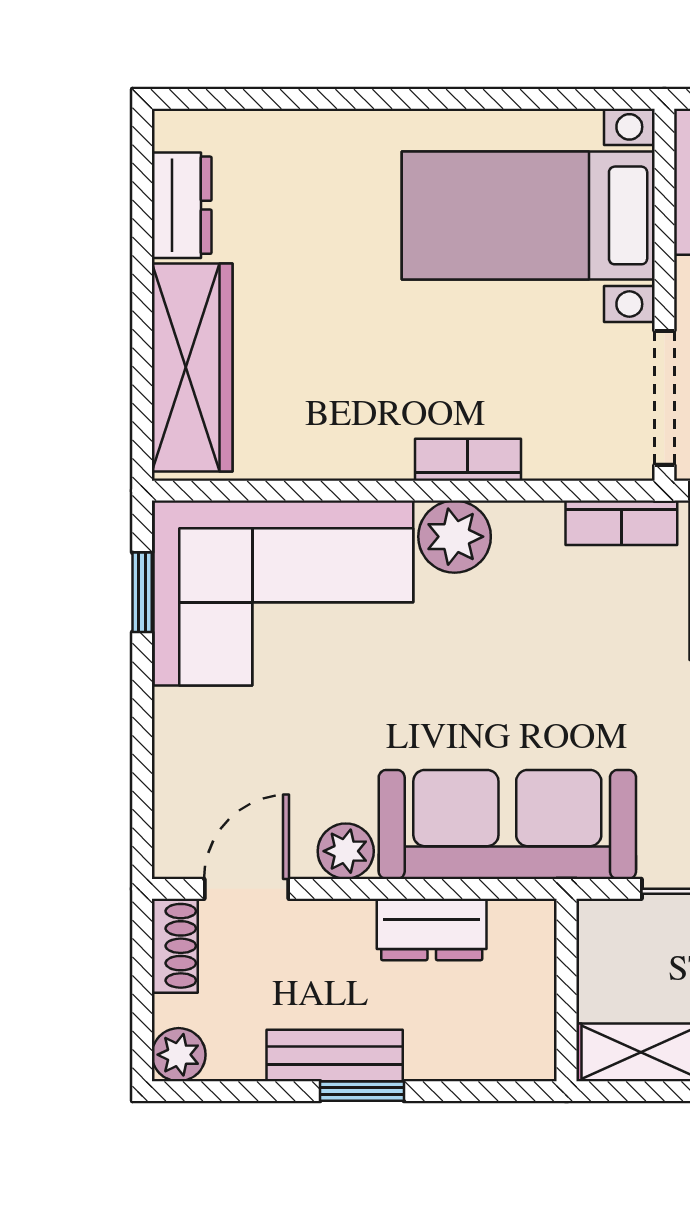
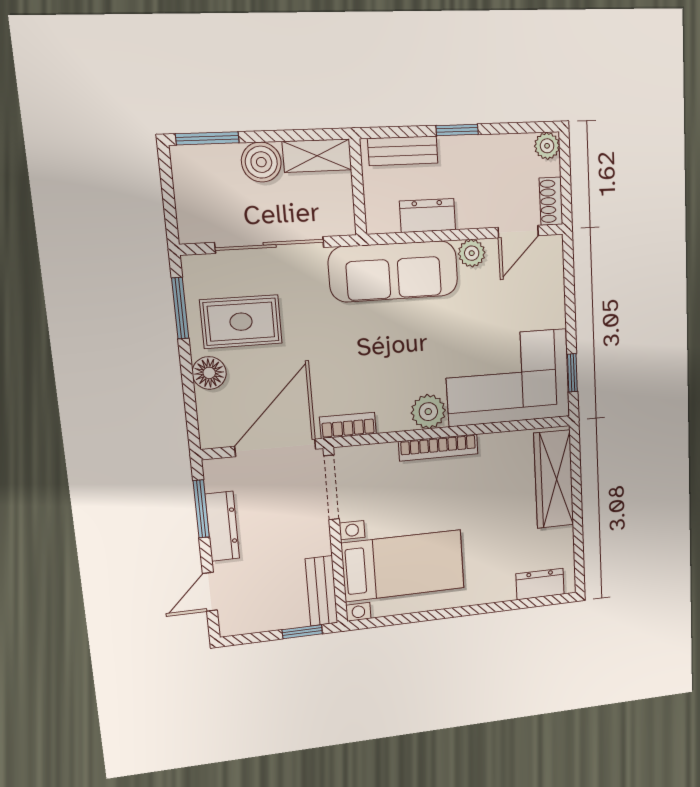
dresser: (182, 205) -> (540, 584), moved, turned 90
bookcase: (468, 460) -> (438, 448), width x1.56
bench: (335, 1055) -> (403, 151), moved

